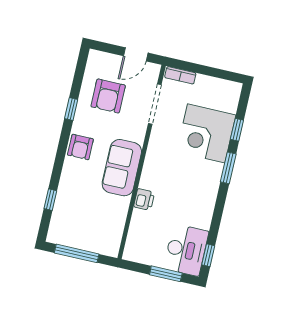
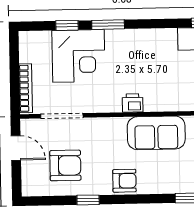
bookcase: (180, 75) -> (26, 88), width x1.56
sofa: (122, 168) -> (156, 133), moved
printer: (144, 199) -> (133, 103), moved

